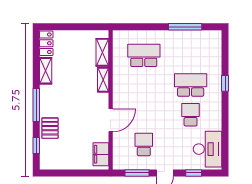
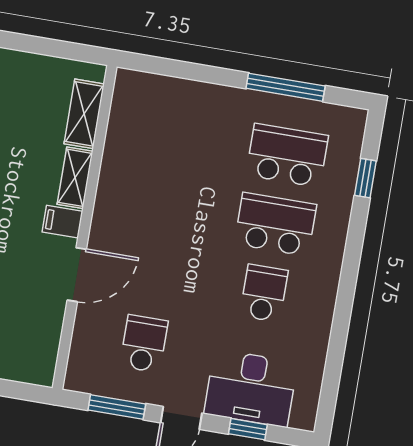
school desk: (144, 55) -> (287, 155), moved
window: (225, 83) -> (365, 178), moved
desk: (208, 149) -> (251, 388), moved, turned 90
filing cabinet: (101, 154) -> (62, 222), moved, width x0.50

